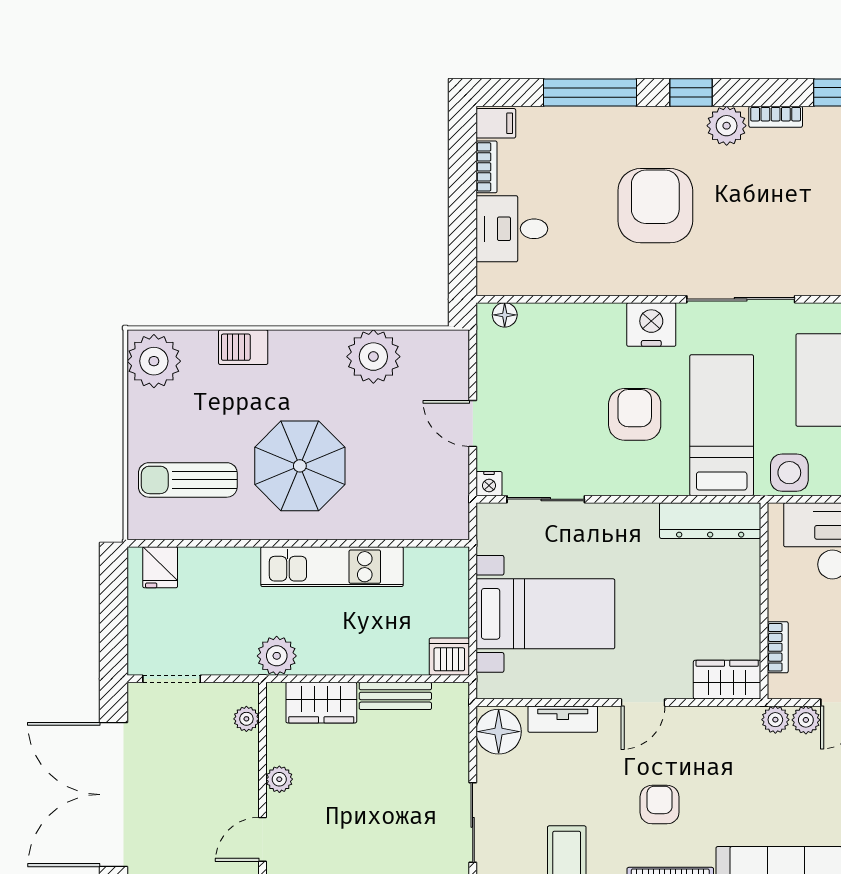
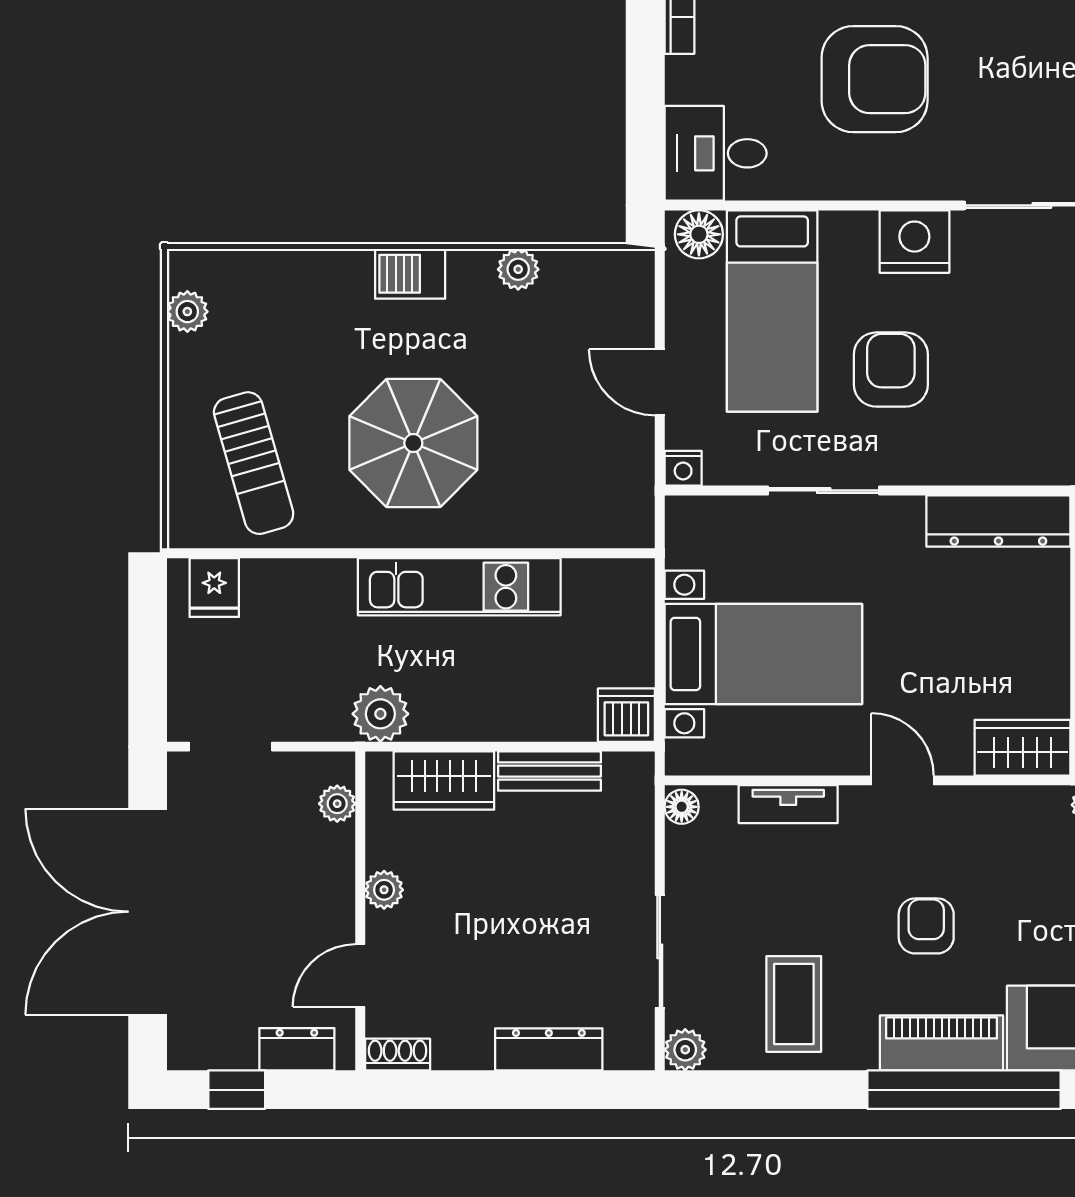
armchair: (655, 206) -> (875, 79), moved, turned 90
desk: (512, 229) -> (716, 153), moved
floor lamp: (505, 315) -> (699, 234), width x1.37, depth x1.37
barbecue: (243, 347) -> (410, 274), moved
plant: (373, 357) -> (518, 269), width x0.53, depth x0.53
plant: (154, 361) -> (187, 312), width x0.53, depth x0.53
bed: (722, 425) -> (772, 311), moved, turned 180
sun lounger: (188, 480) -> (254, 463), turned -106
sliding door: (546, 499) -> (824, 490), moved
door: (643, 702) -> (902, 780), swing flipped
floor lamp: (499, 732) -> (682, 807), width x0.53, depth x0.53

